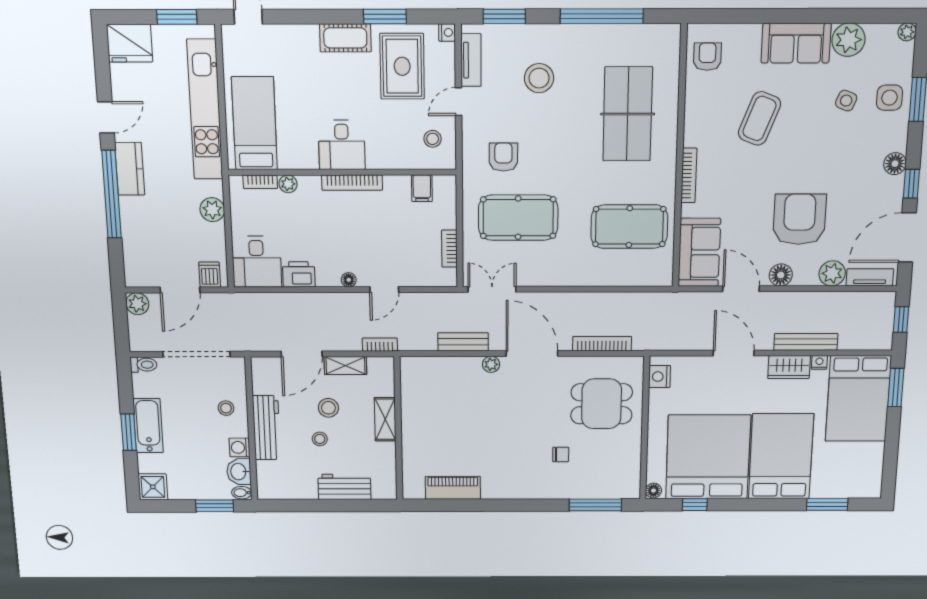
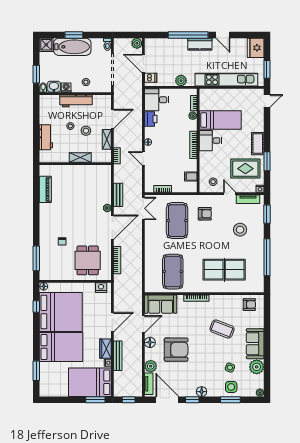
bed: (255, 123) -> (220, 120), moved
door: (302, 354) -> (112, 119), swing flipped
bathtub: (148, 426) -> (72, 47), width x1.36, depth x1.36

